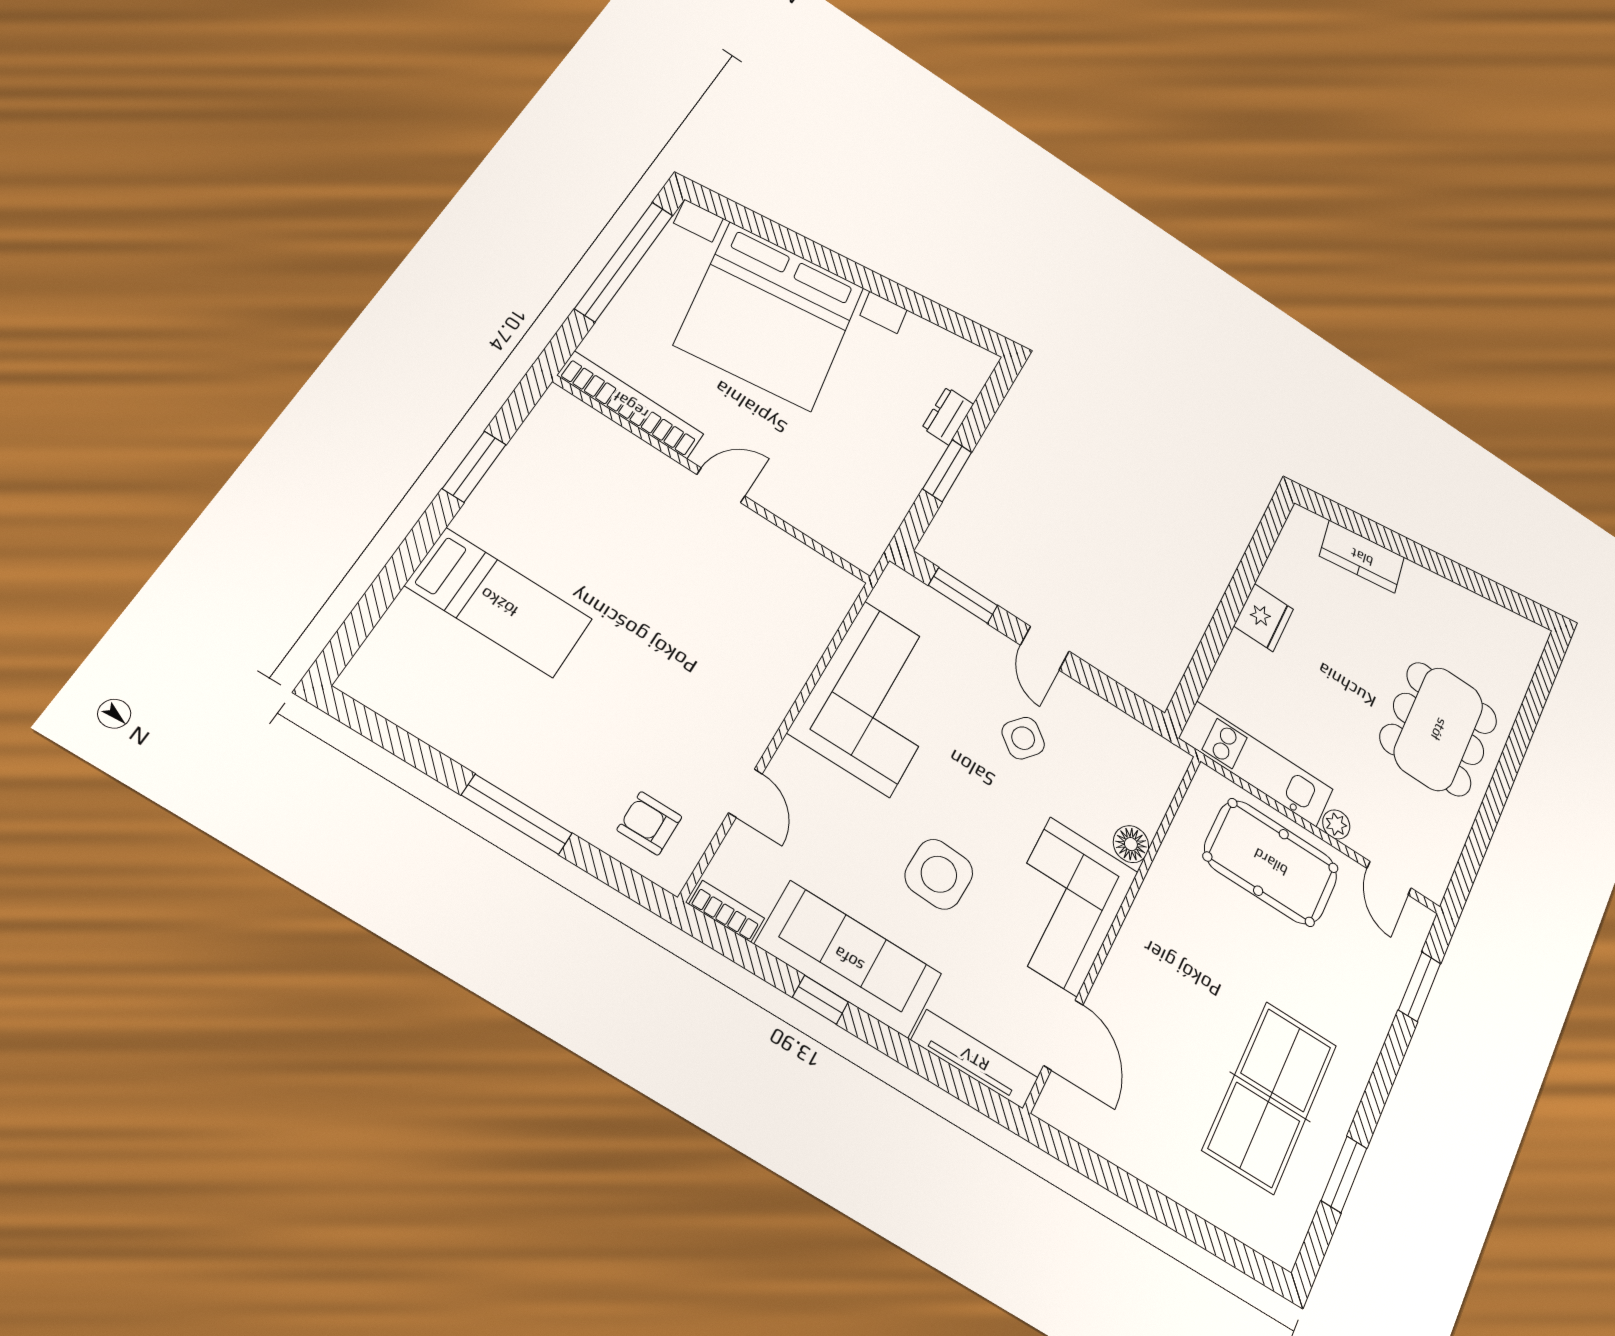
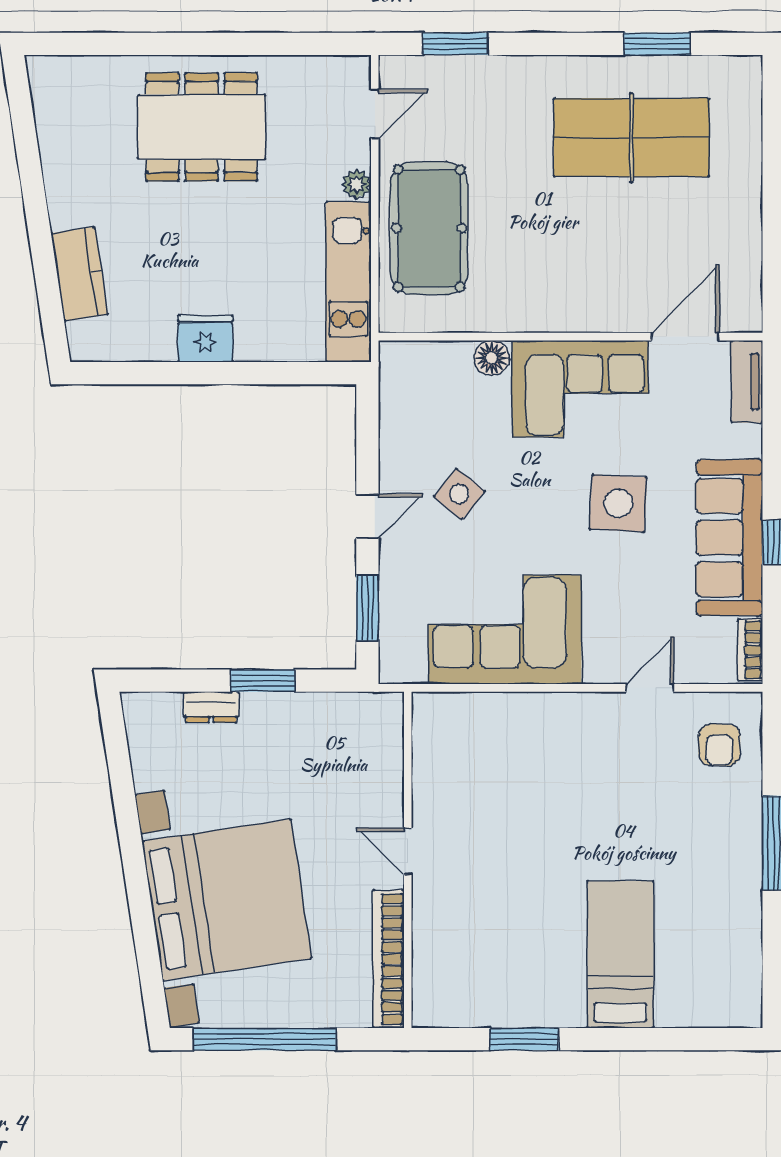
tv unit: (975, 1059) -> (747, 382), width x0.71

